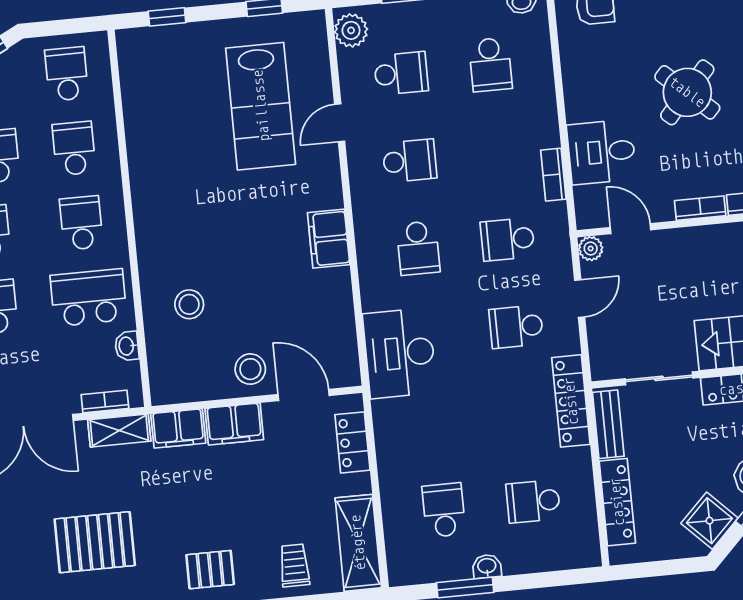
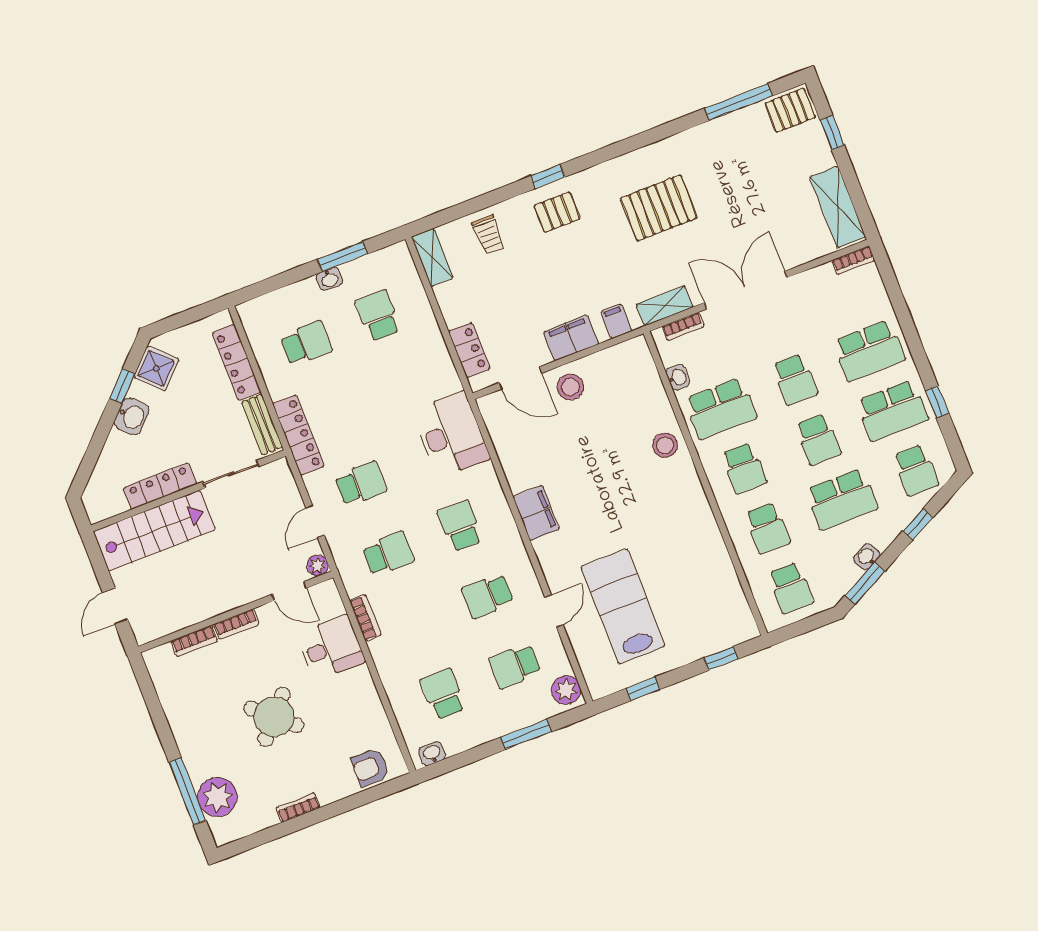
stool: (189, 304) -> (665, 445), moved
filing cabinet: (178, 428) -> (616, 321), width x0.50
school desk: (444, 510) -> (378, 315), turned 180
shelving: (358, 543) -> (432, 258), width x0.67, depth x0.75

